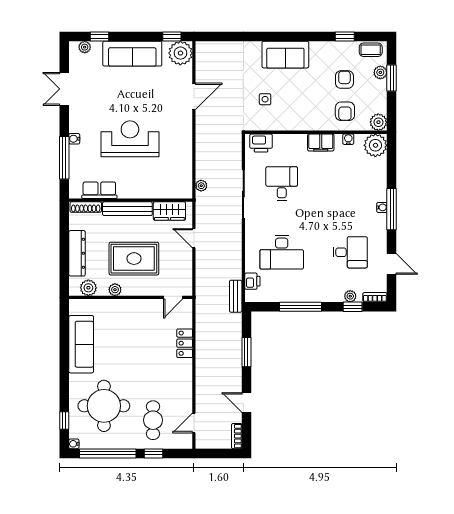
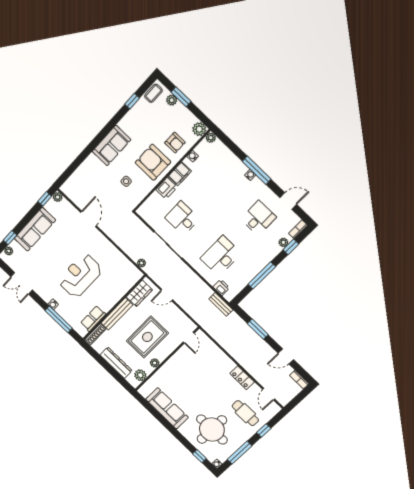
plant: (180, 53) -> (58, 197), width x0.53, depth x0.53
armchair: (344, 80) -> (153, 162), moved, width x1.88, depth x1.88
printer: (261, 143) -> (167, 188), moved
plant: (375, 145) -> (211, 138), width x0.53, depth x0.53
desk: (282, 252) -> (221, 256), turned 180
locker: (185, 343) -> (242, 378), moved
window: (108, 453) -> (240, 453), width x0.68

